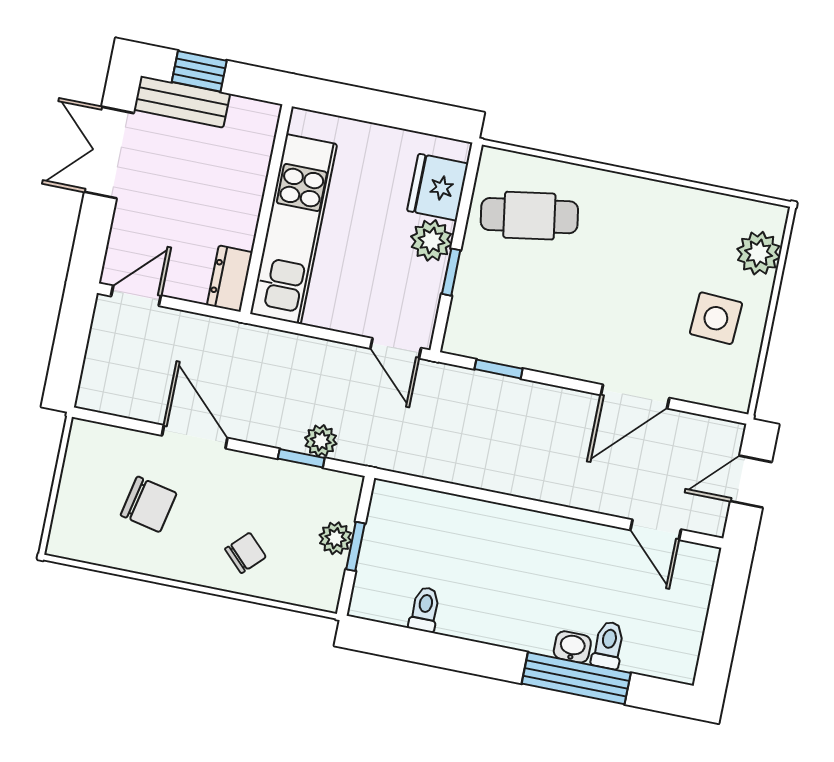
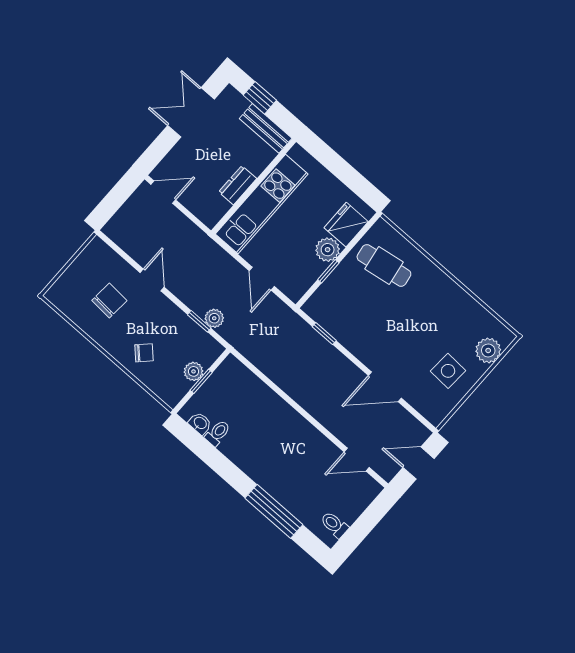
bench: (182, 102) -> (266, 128), moved
dresser: (230, 279) -> (238, 185), moved
door: (396, 348) -> (262, 279), moved
door: (195, 437) -> (152, 280), width x0.73
chair: (149, 504) -> (109, 300), turned -98
door: (656, 530) -> (357, 460), hinge flipped
toilet: (608, 645) -> (334, 525), moved, turned -90
washbasin: (572, 647) -> (200, 423), moved

